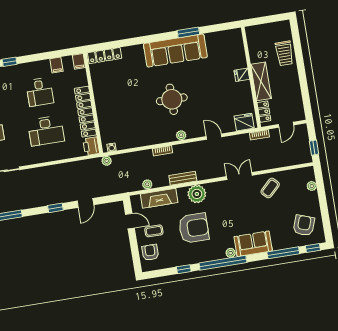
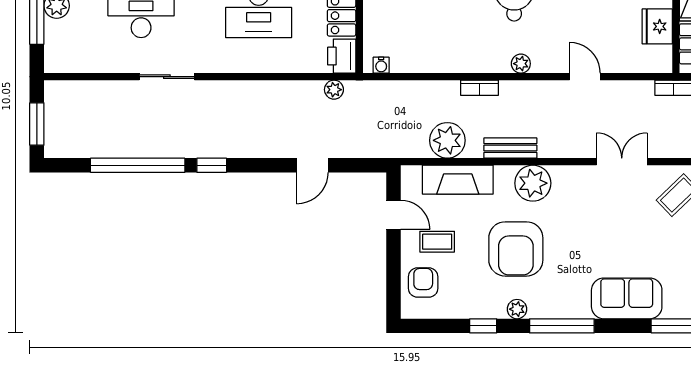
fridge: (244, 122) -> (657, 26), moved, turned -90
plant: (107, 161) -> (334, 90), moved
plant: (147, 184) -> (447, 140), width x1.88, depth x1.88
window: (55, 208) -> (212, 165), moved
armchair: (194, 228) -> (516, 249), turned 90
plant: (231, 253) -> (517, 309), moved
window: (223, 263) -> (562, 326), width x0.68

